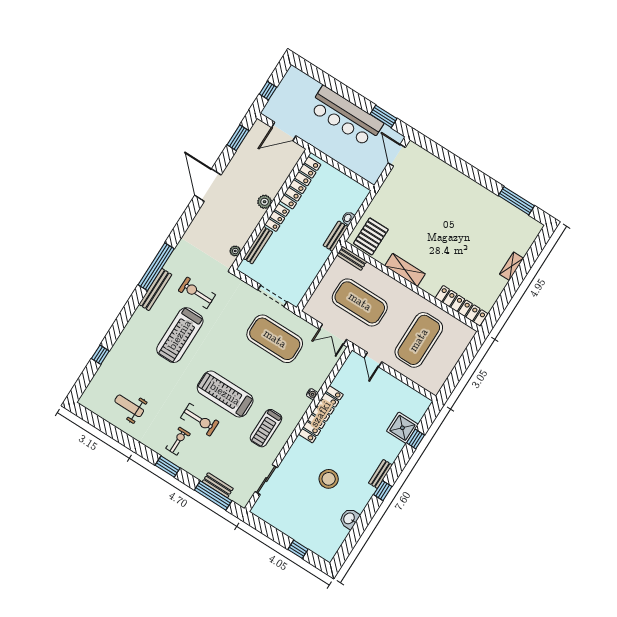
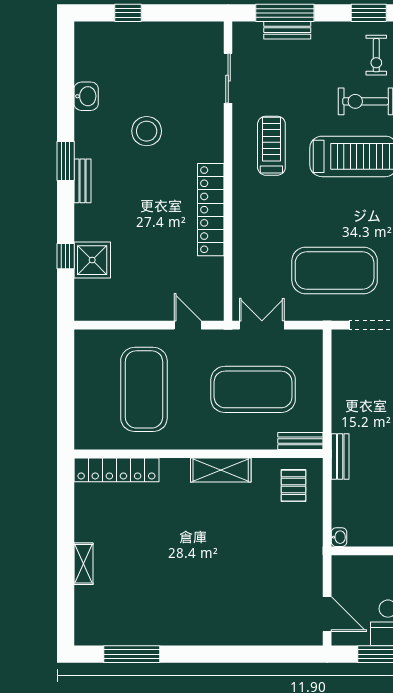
washbasin: (348, 218) -> (339, 537), moved
pallet: (371, 236) -> (293, 486), width x0.67, depth x0.71
water cooler: (312, 394) -> (239, 229), removed
window: (383, 491) -> (66, 161), width x1.50

